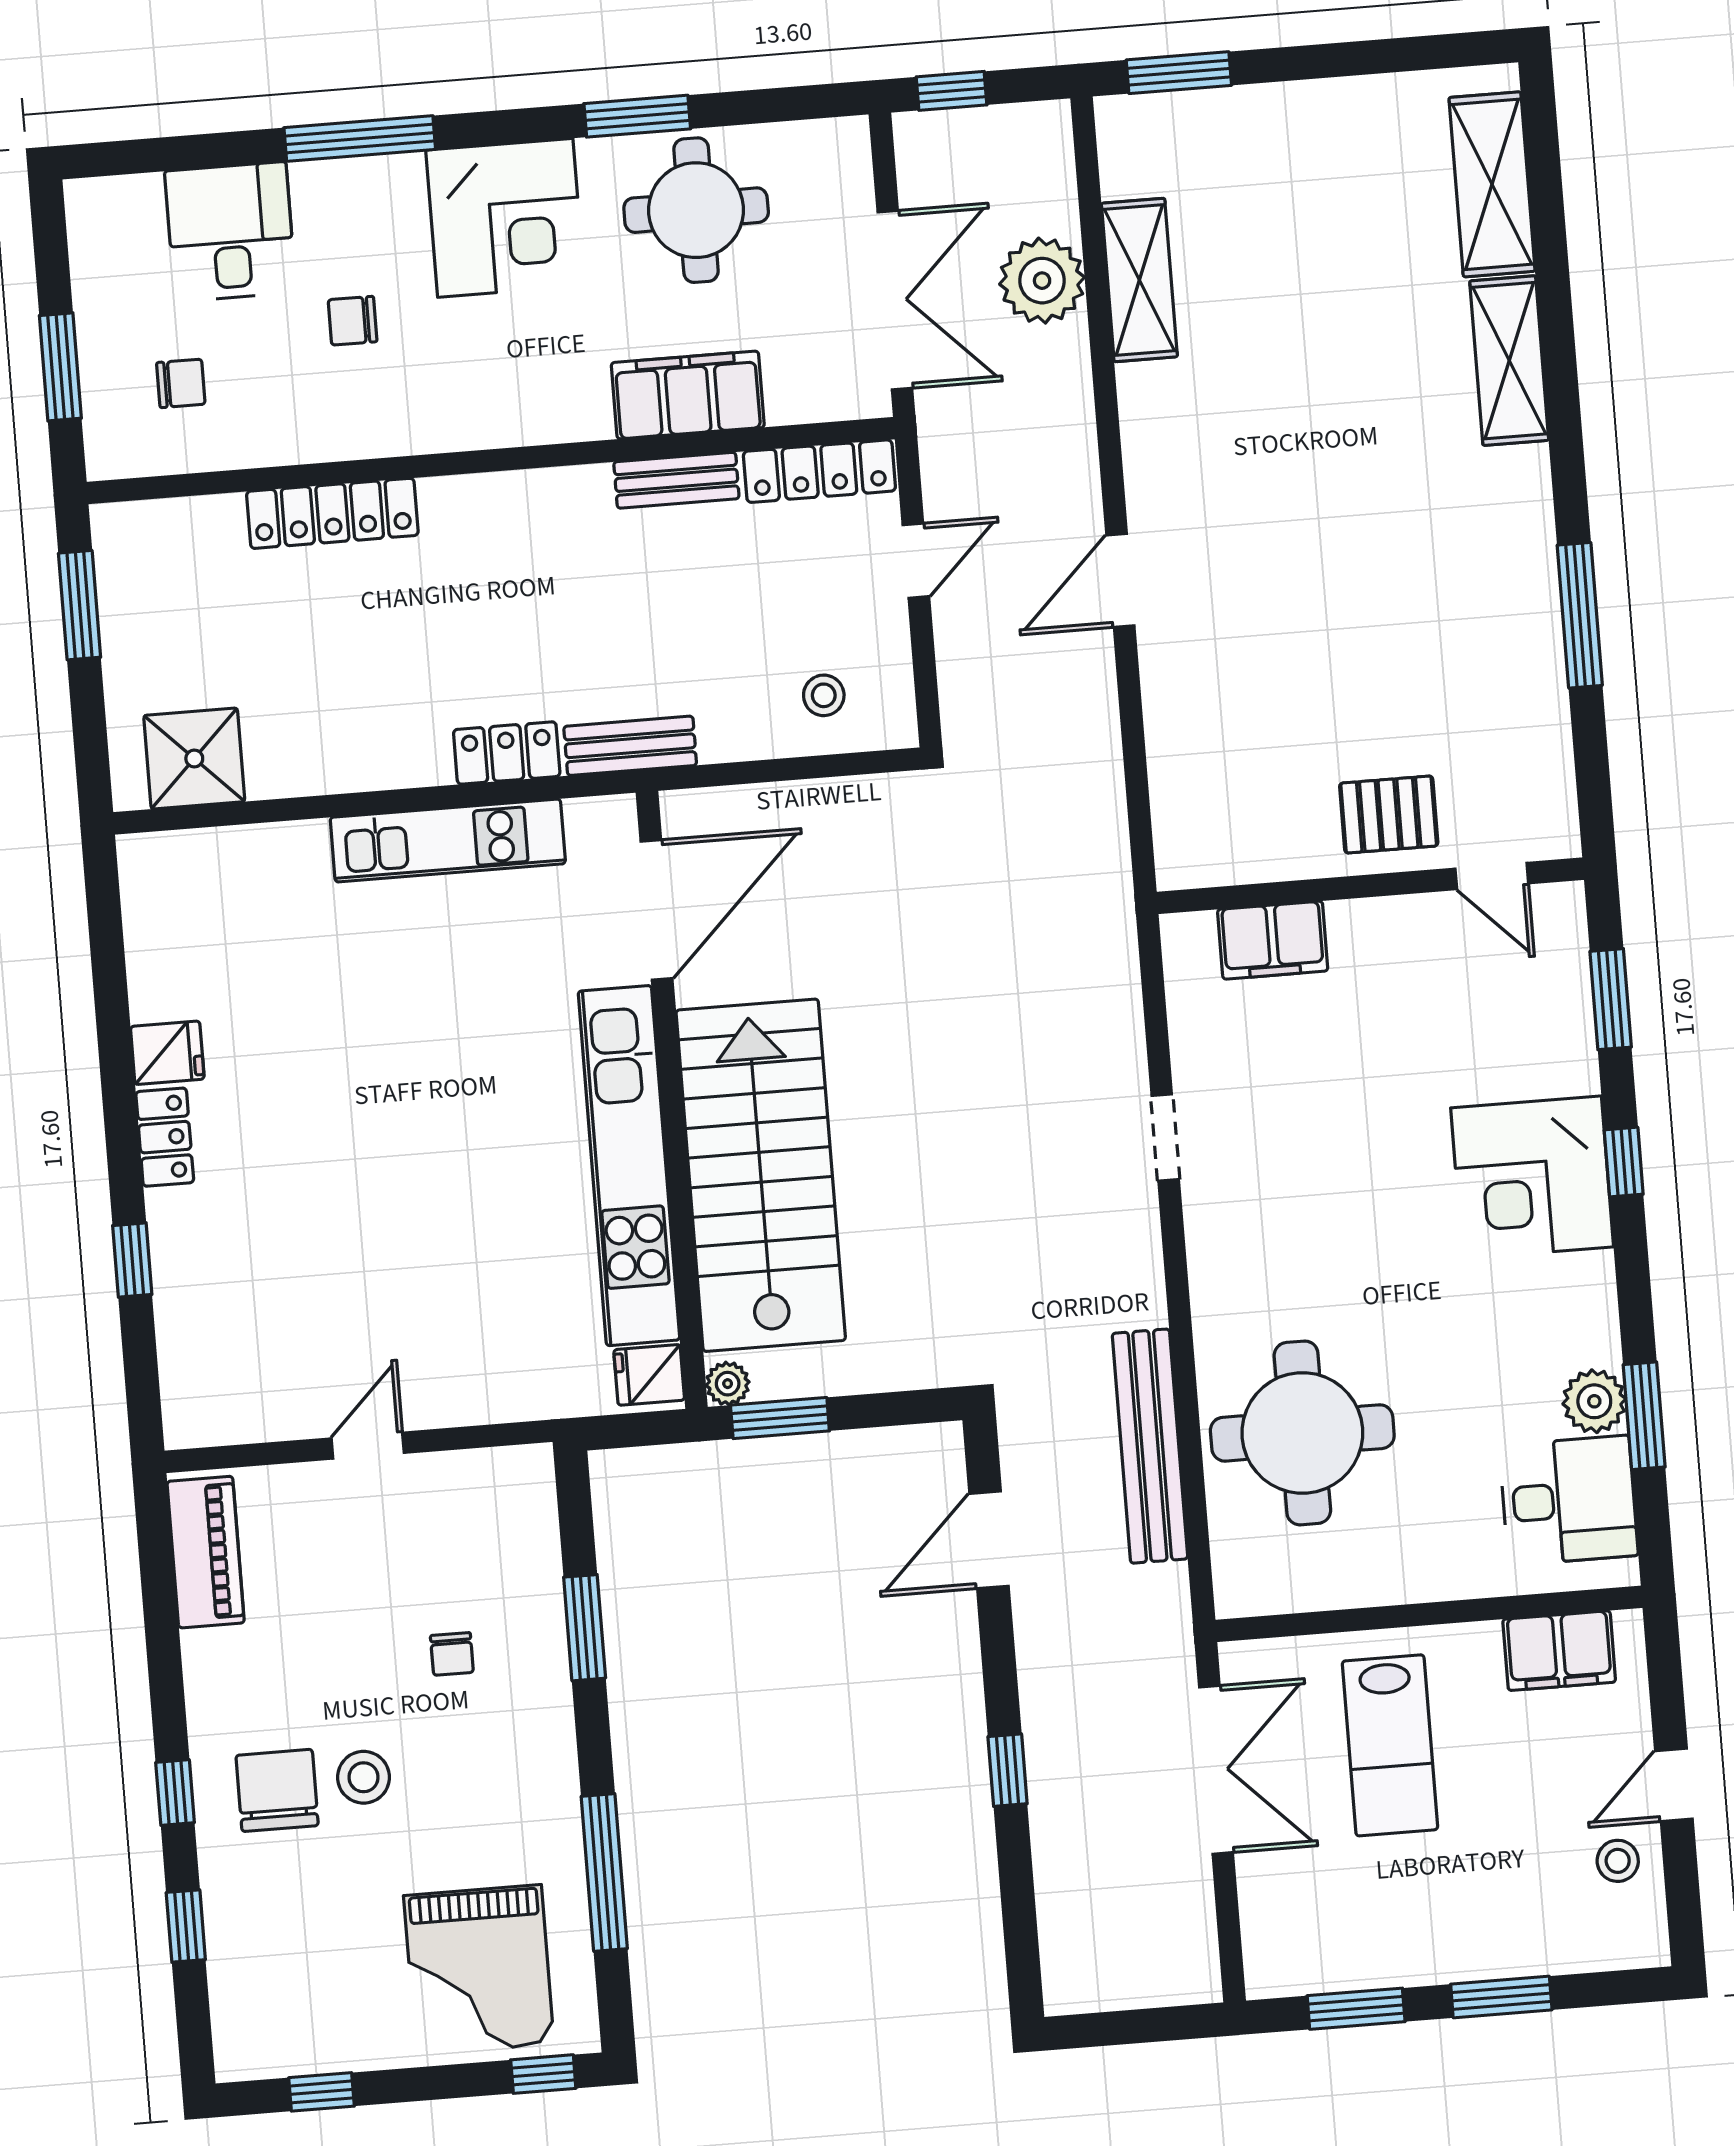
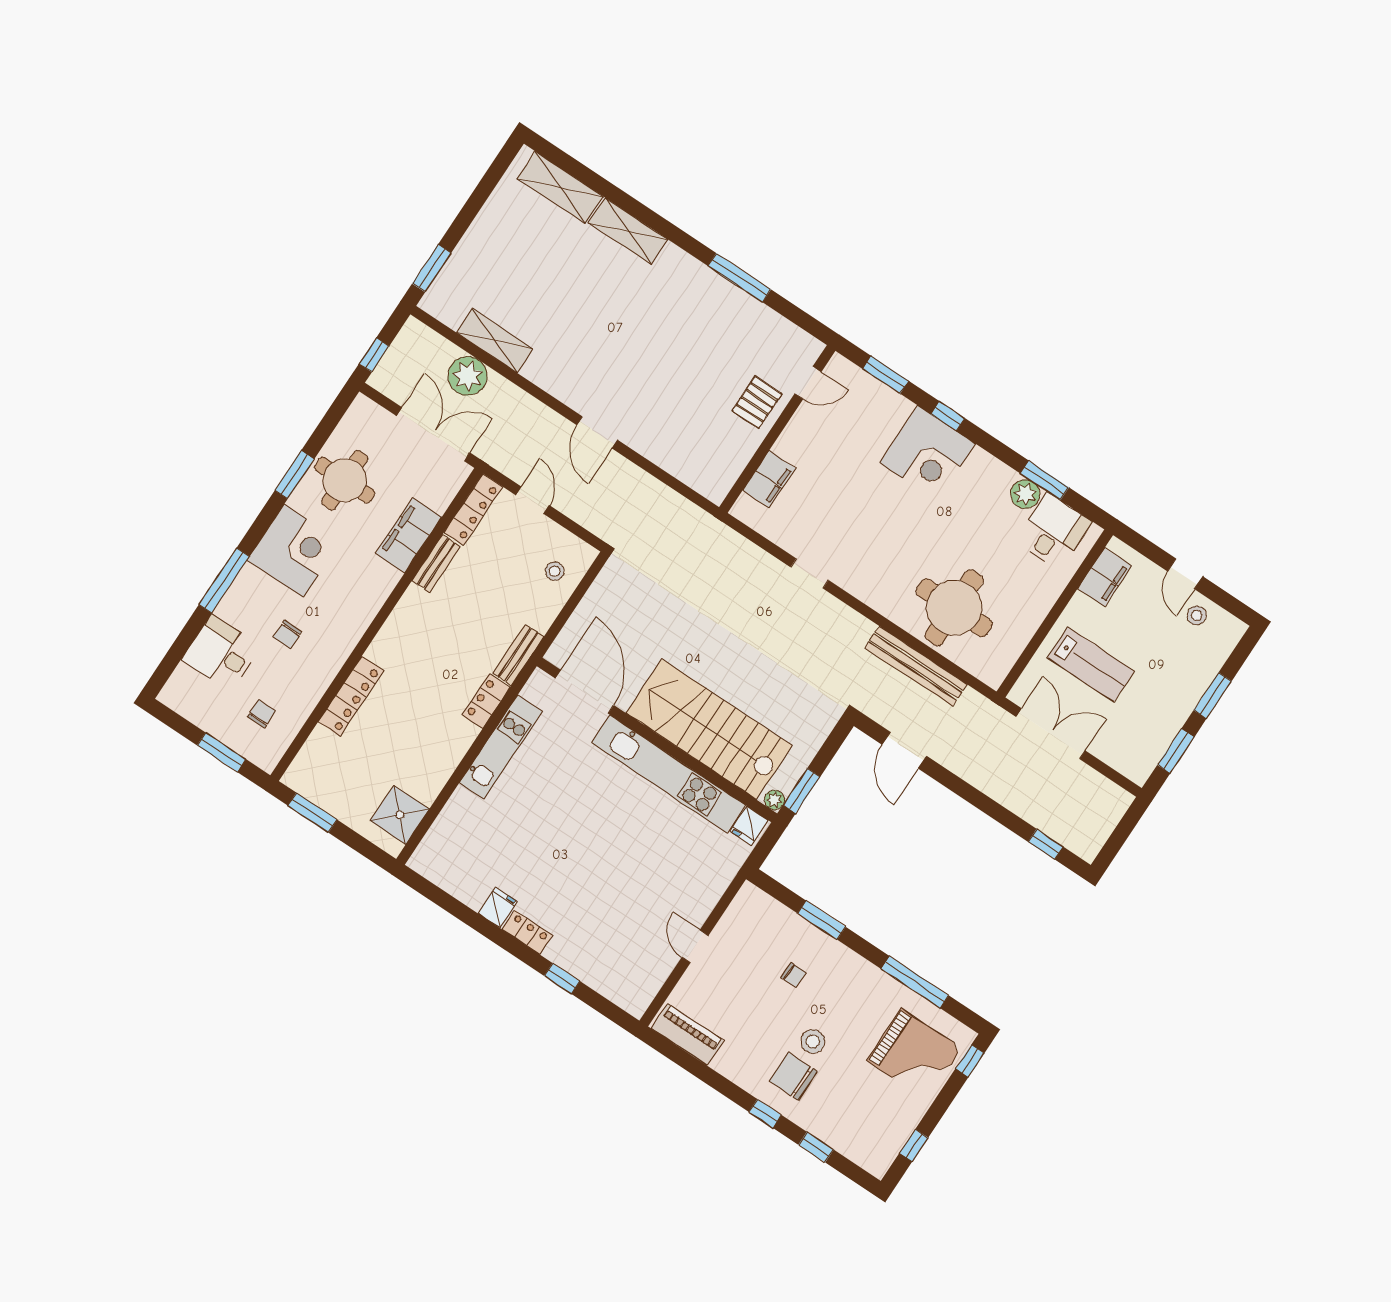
window: (1008, 1770) -> (1046, 844), moved

